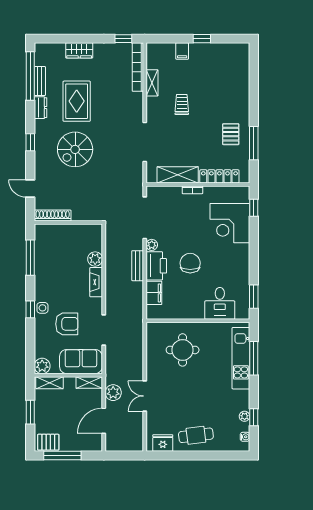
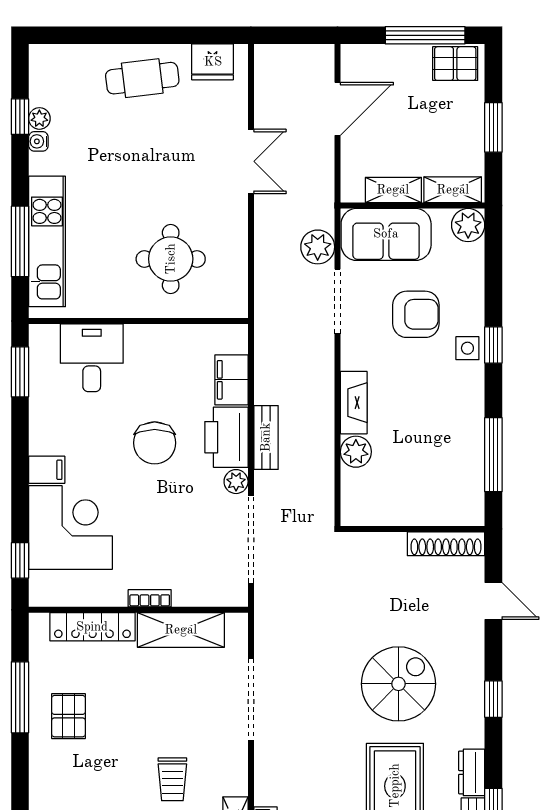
filing cabinet: (241, 250) -> (47, 470), added
armchair: (67, 324) -> (416, 314), turned 180
shelving: (89, 382) -> (393, 190), moved
plant: (113, 393) -> (318, 247), moved
water cooler: (245, 437) -> (38, 141), moved

